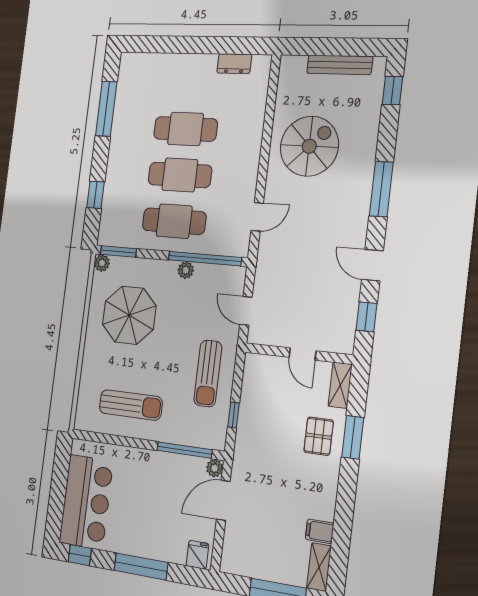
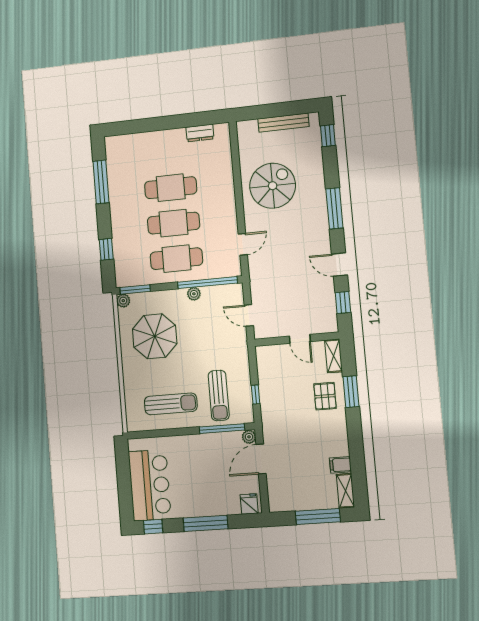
sun lounger: (208, 374) -> (219, 395), moved

